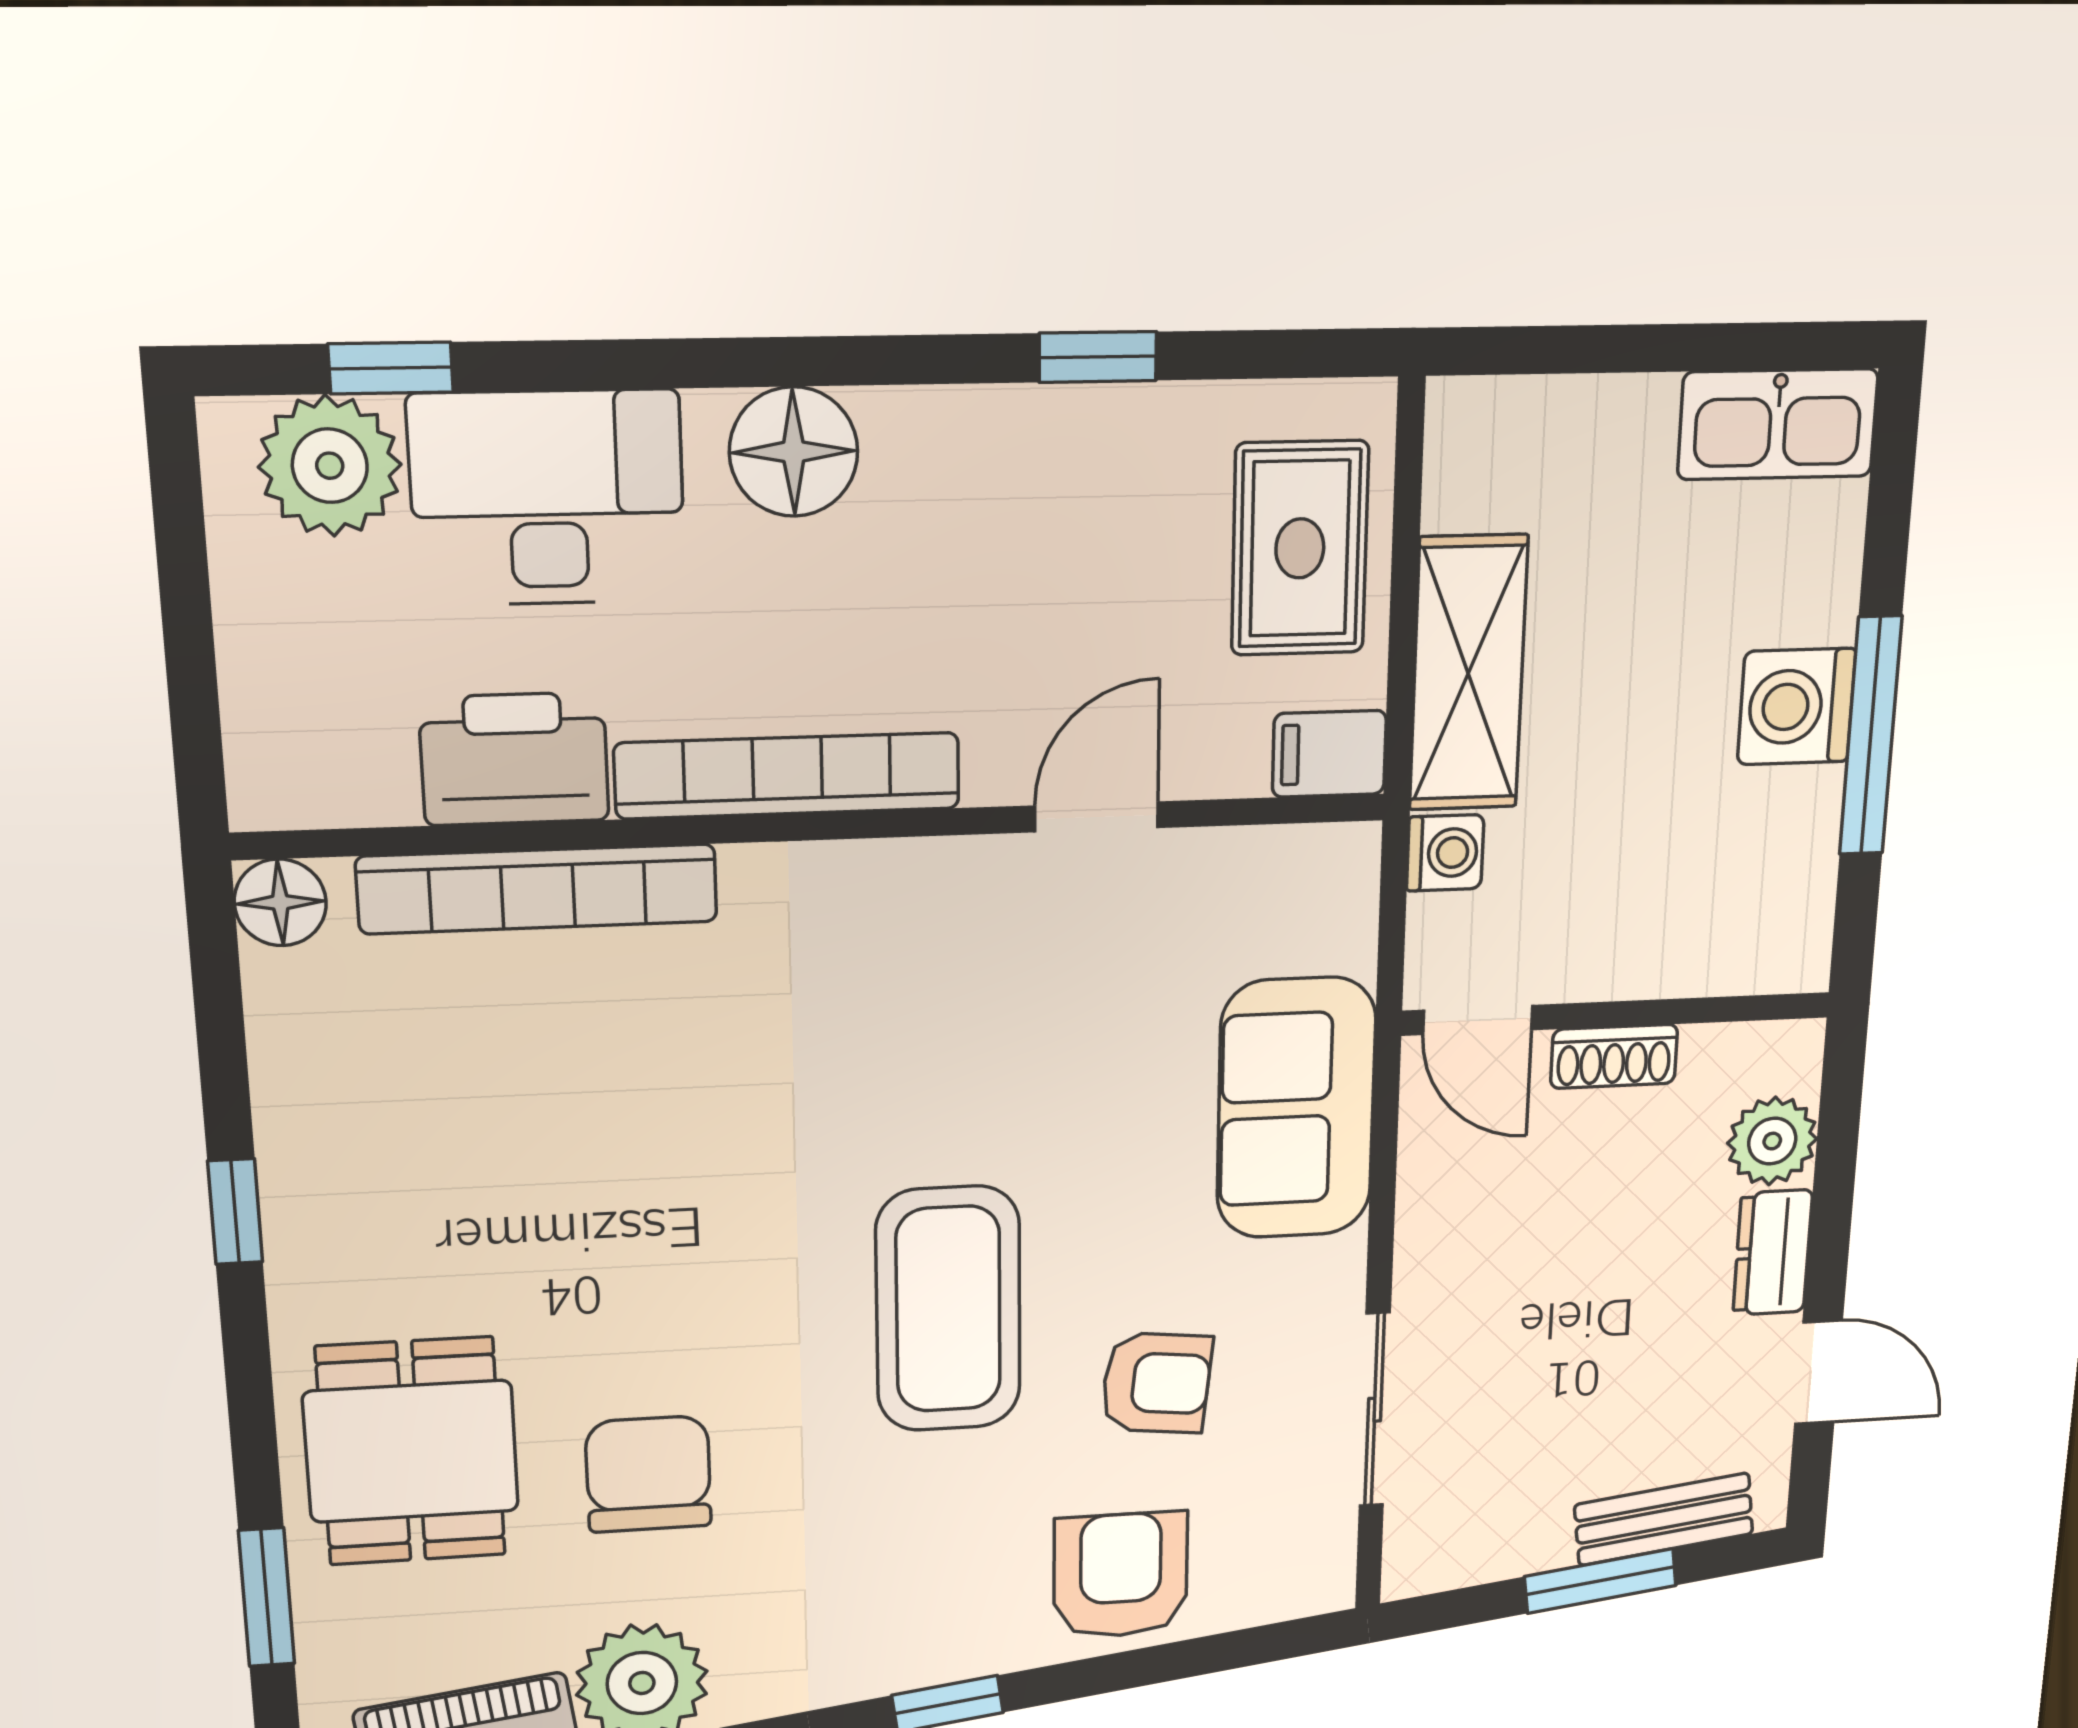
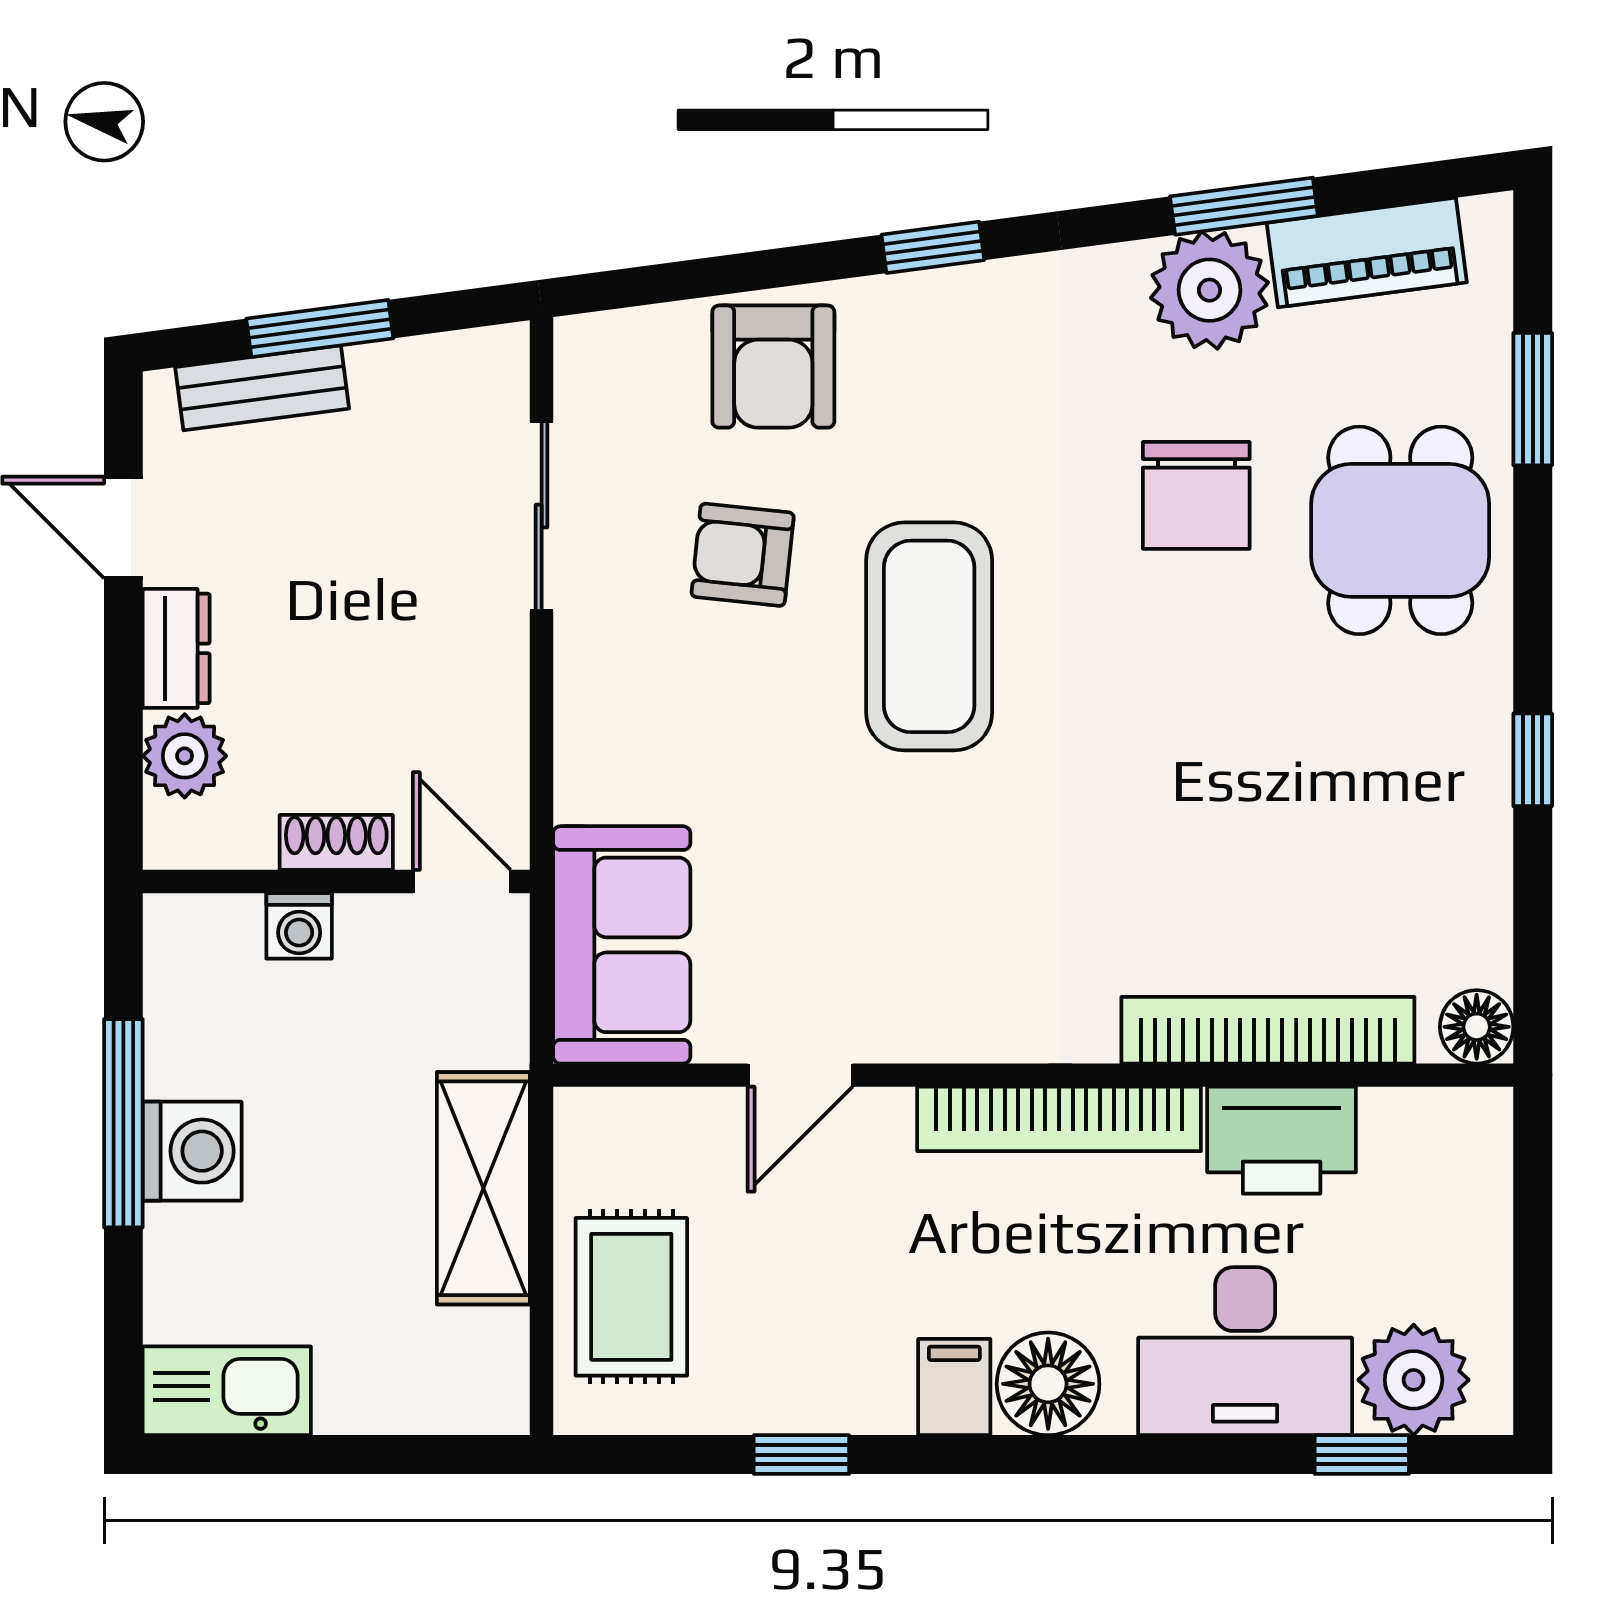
filing cabinet: (1329, 754) -> (954, 1387), moved, turned -90
washing machine: (1445, 853) -> (299, 926), moved, turned -90
sofa: (1296, 1108) -> (622, 945), moved

